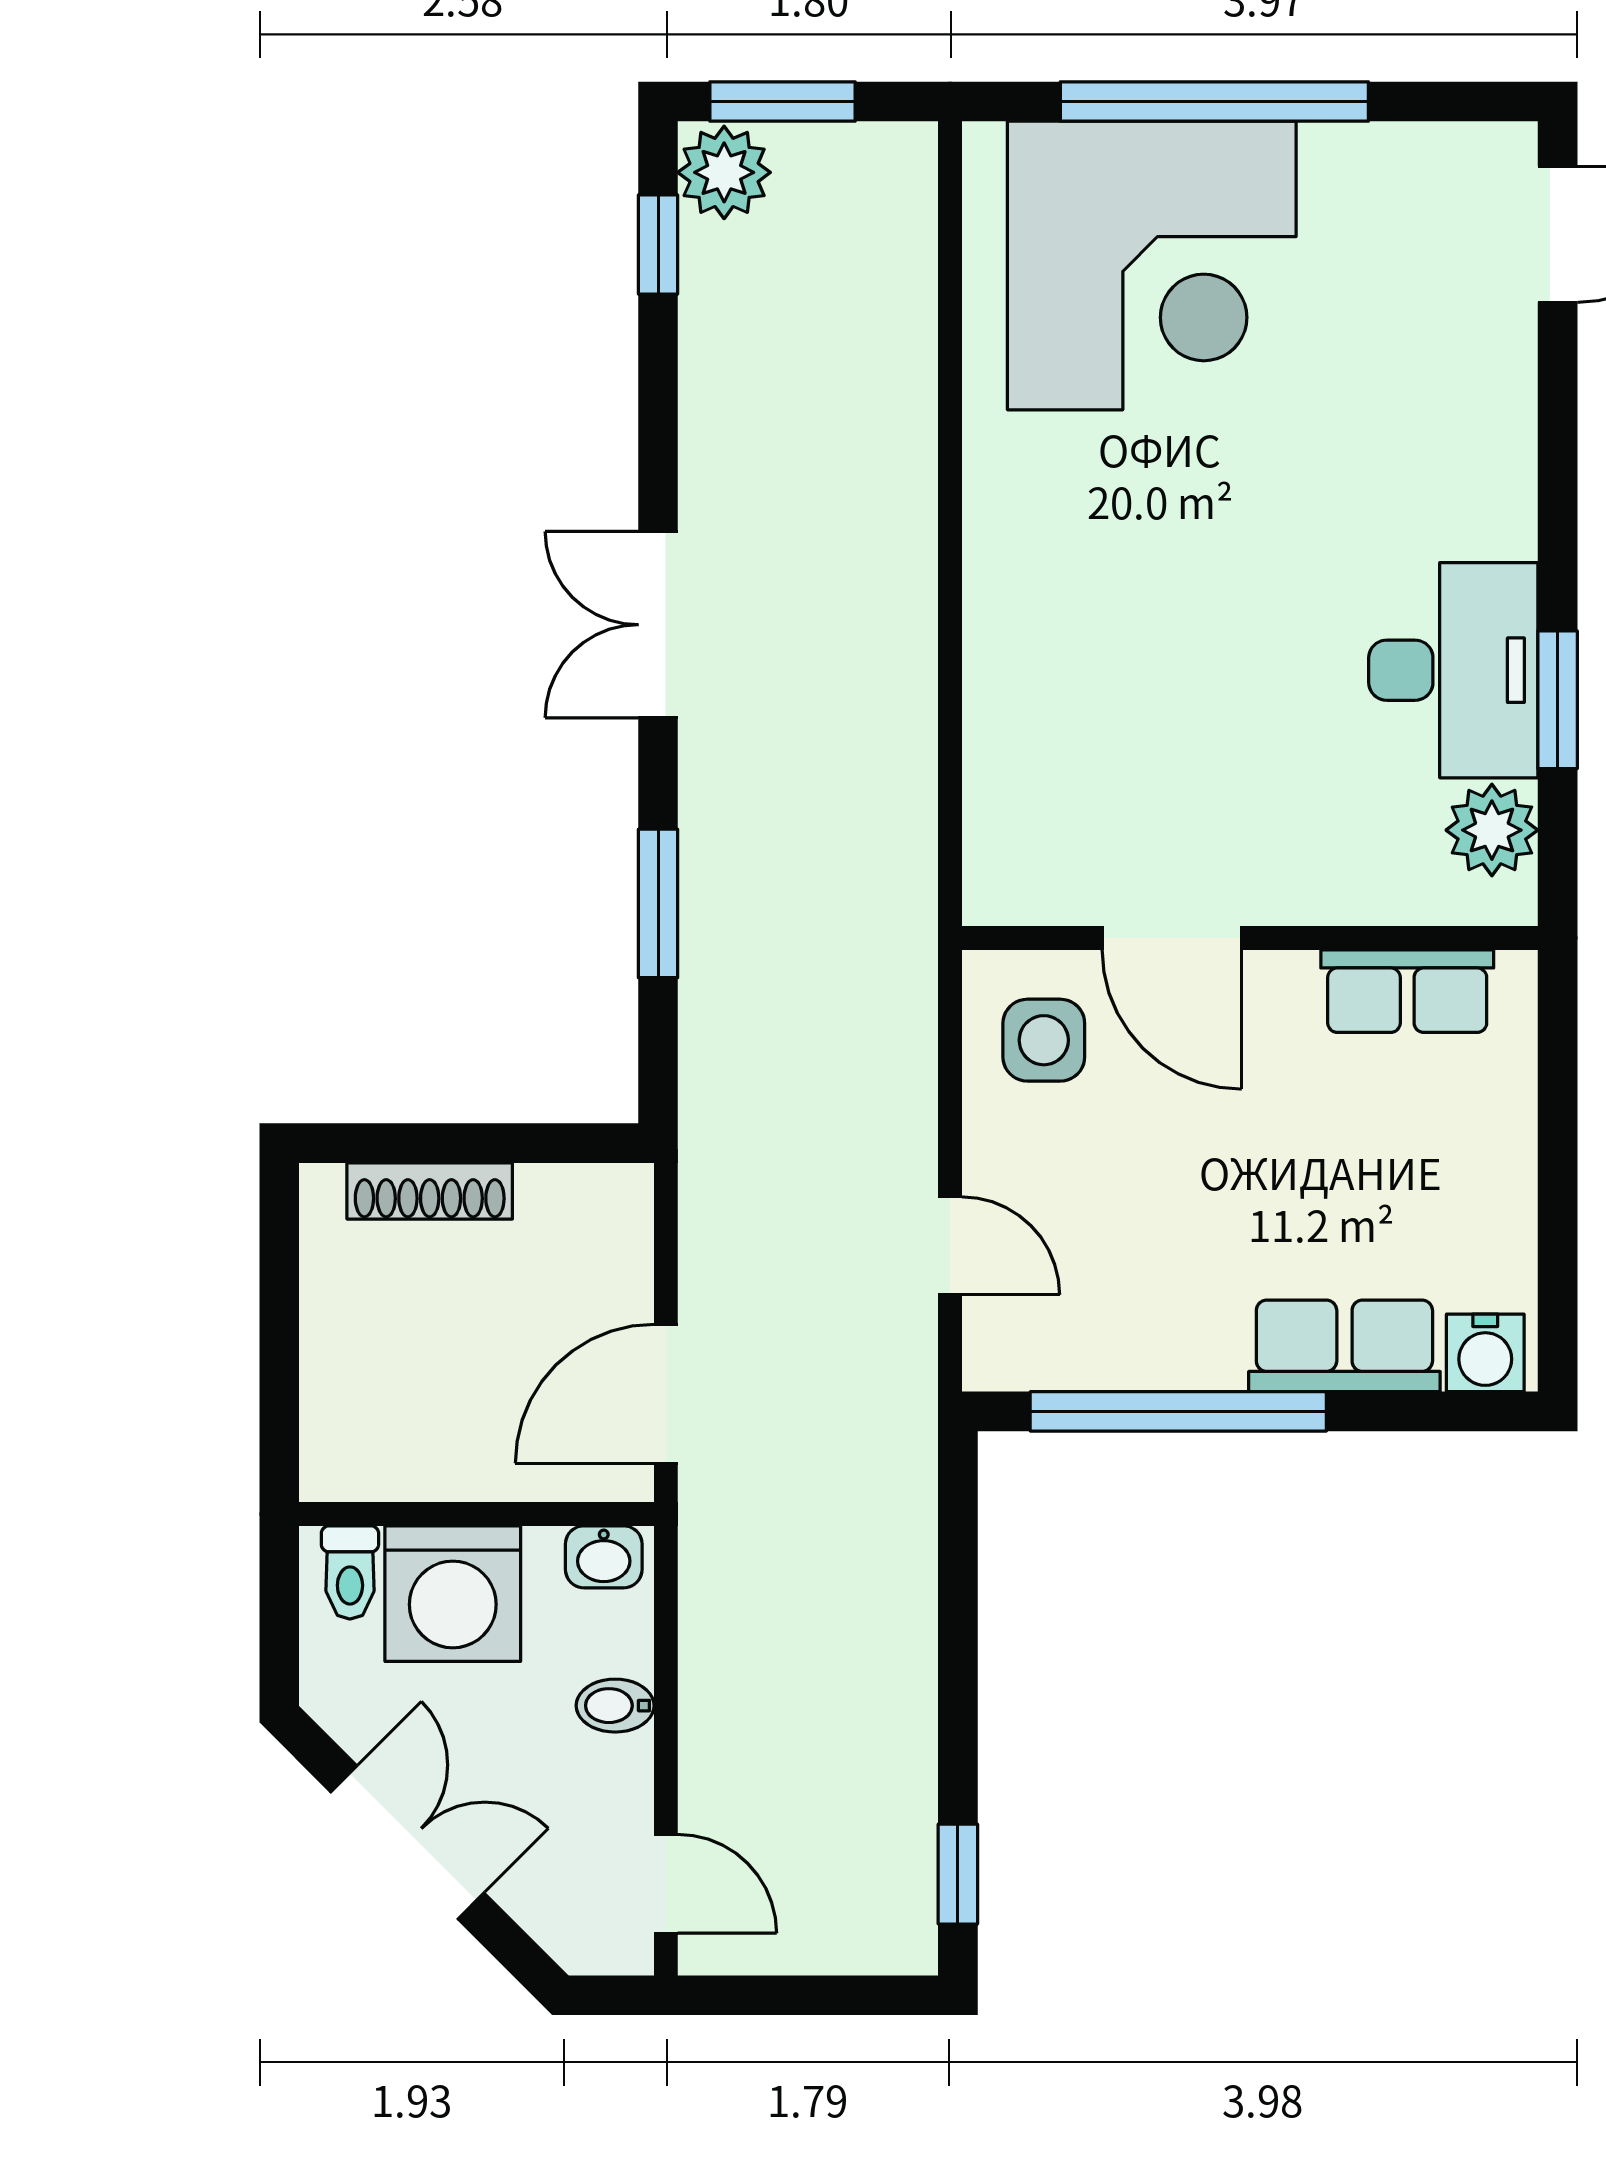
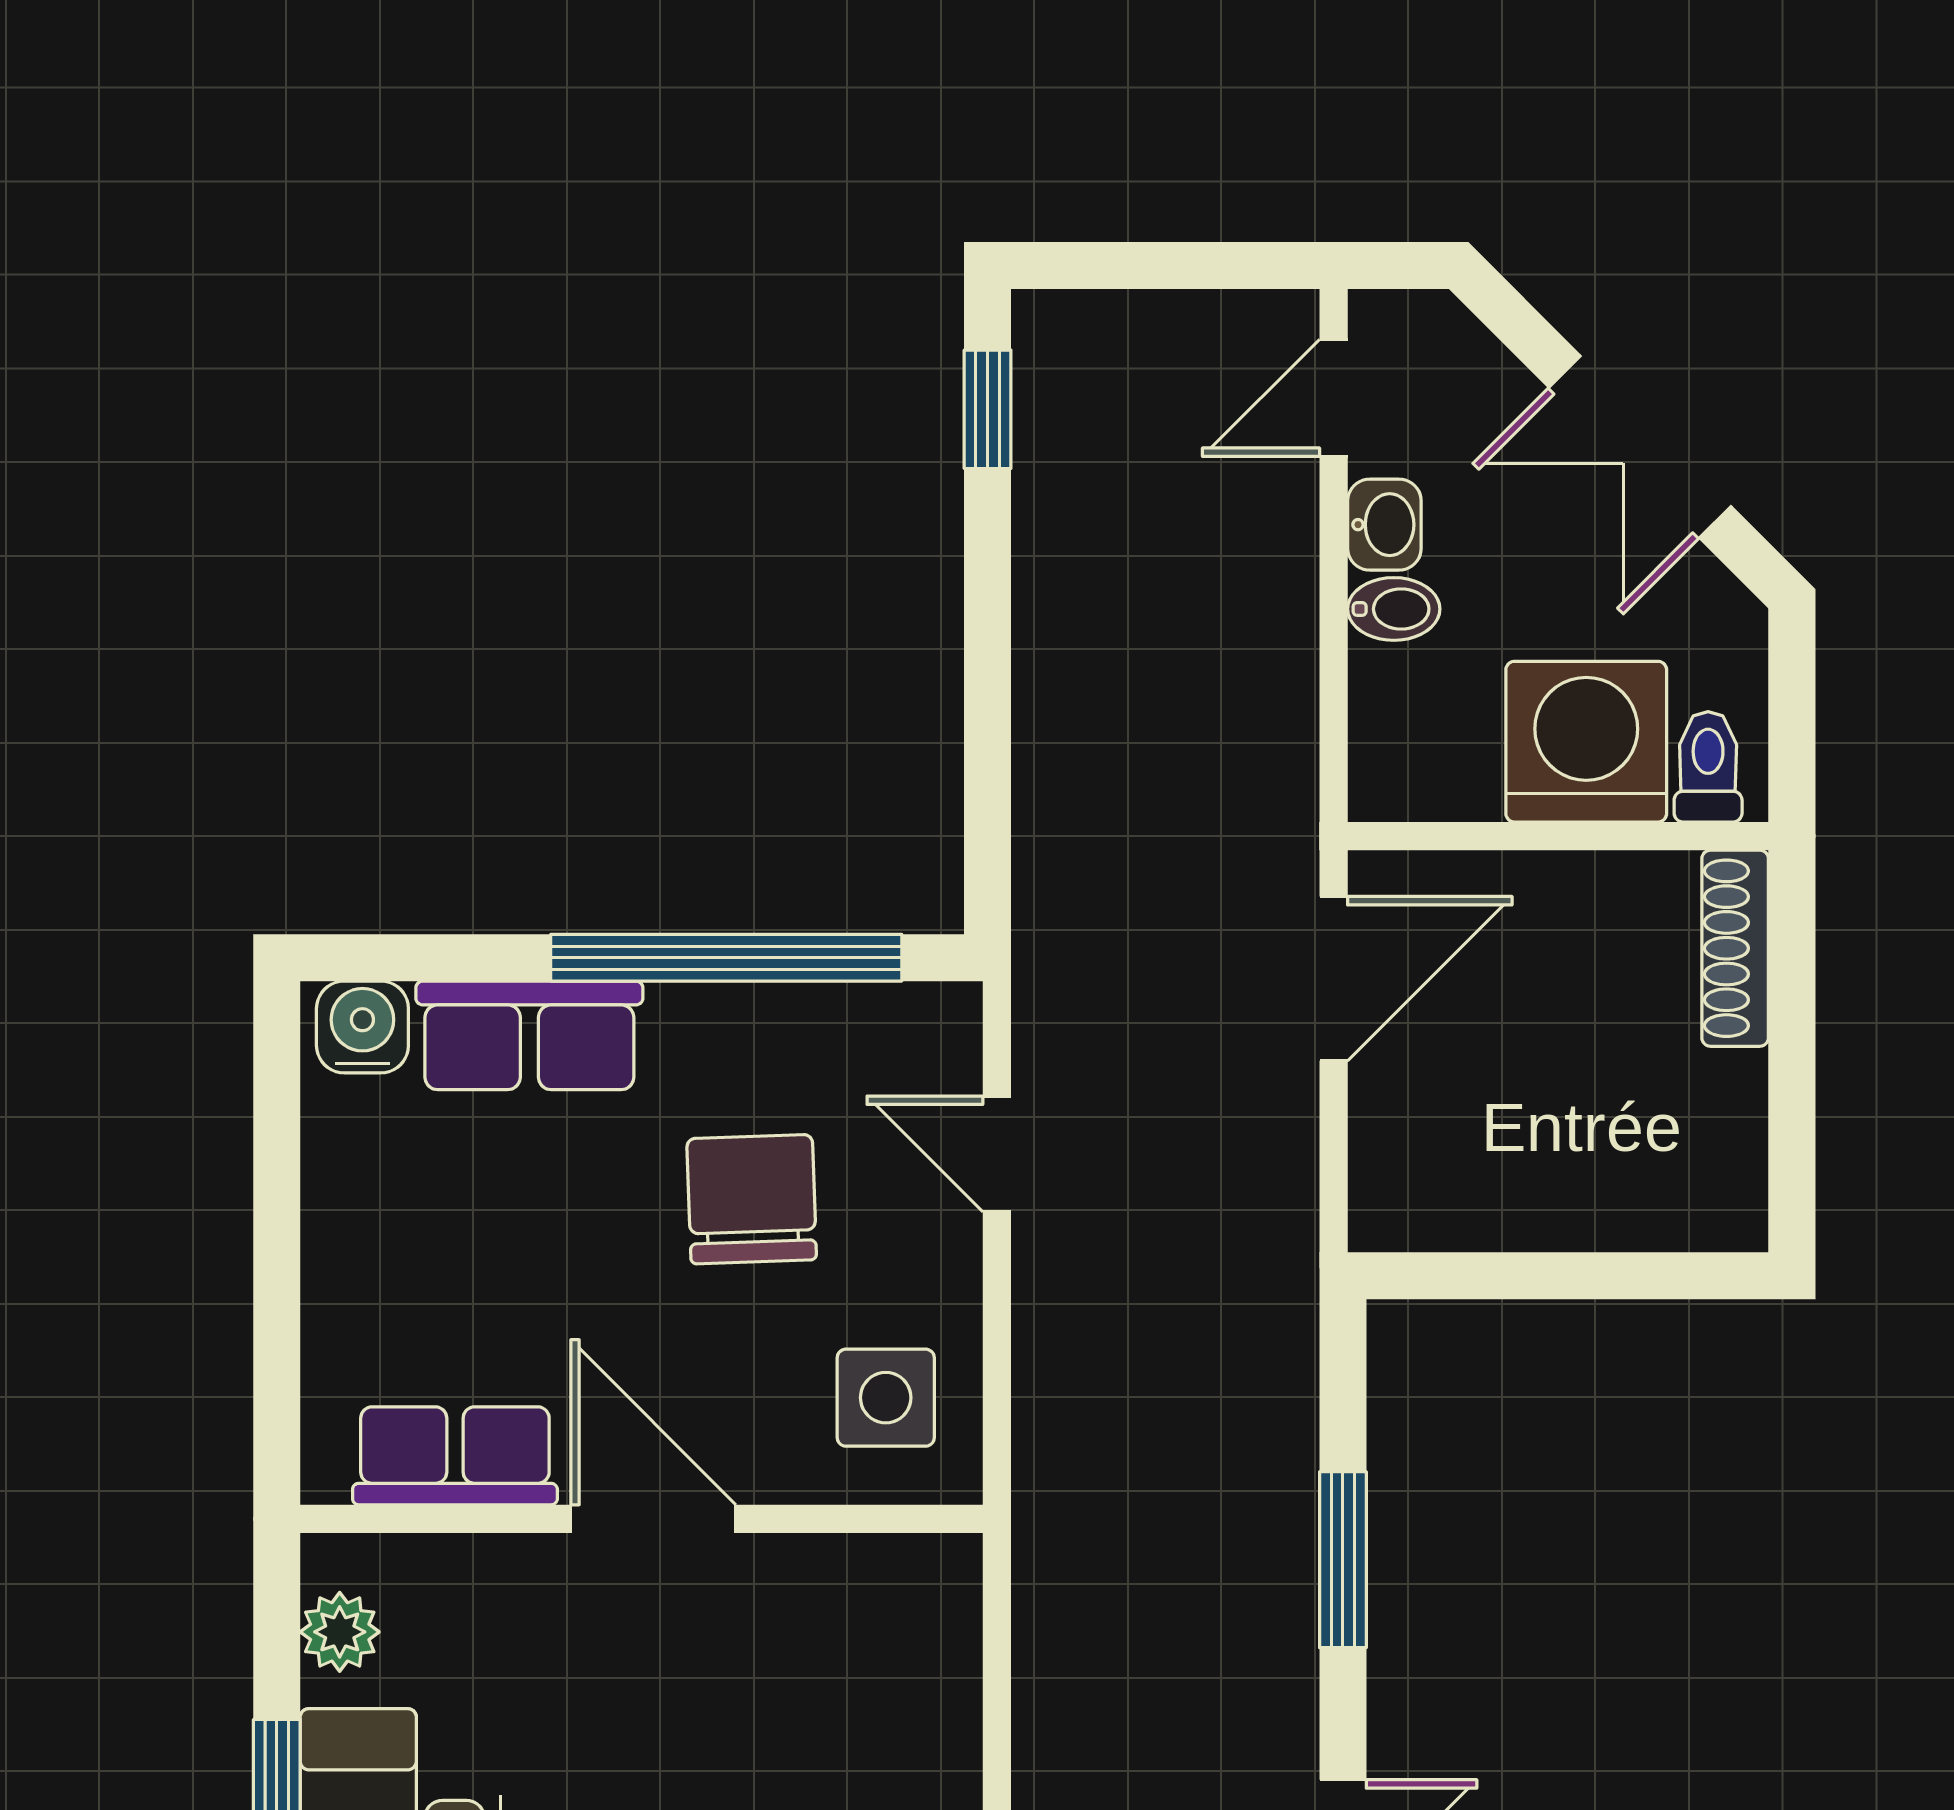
plant: (1492, 830) -> (340, 1632), width x0.73, depth x0.73
door: (1172, 938) -> (653, 1519), moved
shoe rack: (430, 1191) -> (1735, 948), moved, turned -90
chair: (1157, 1208) -> (752, 1199), added
washbasin: (604, 1557) -> (1384, 525), moved, turned 90
door: (666, 1884) -> (1334, 398), hinge flipped

